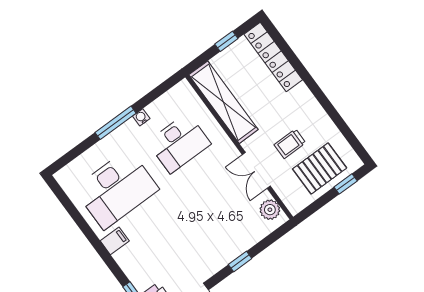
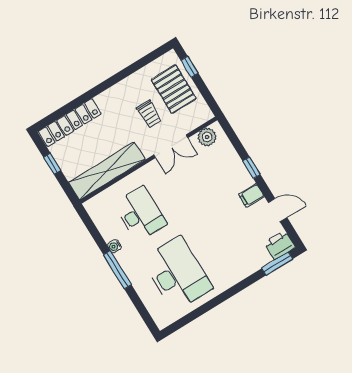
filing cabinet: (115, 241) -> (251, 195), moved, turned -90

